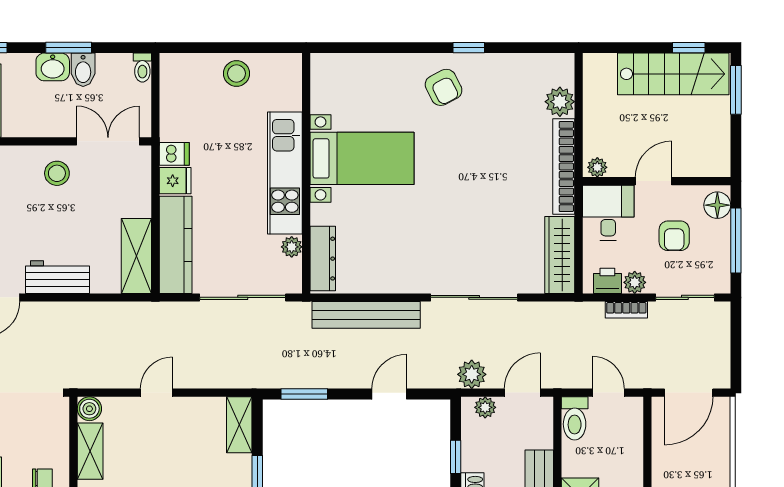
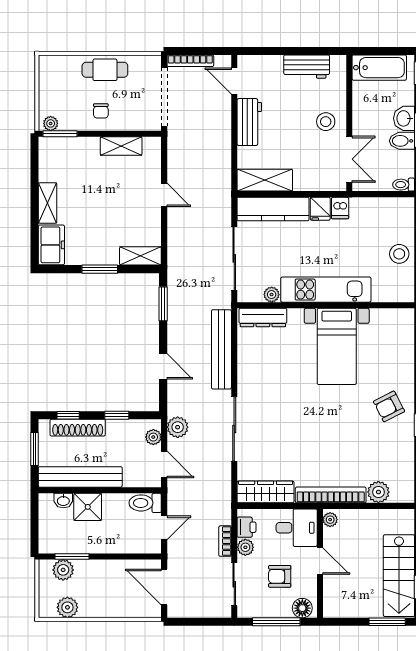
boiler: (89, 409) -> (152, 146), removed

